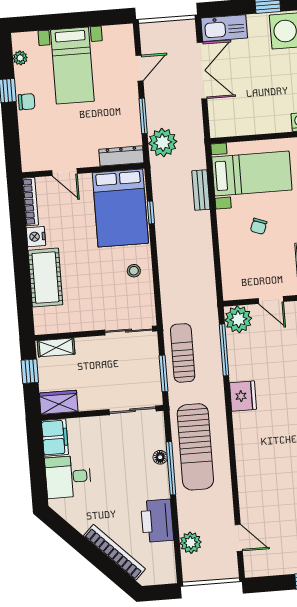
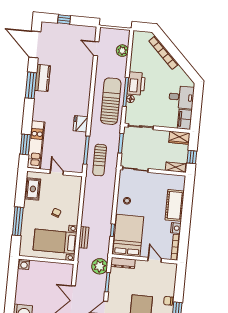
plant: (238, 319) -> (76, 165), removed
sun lounger: (183, 353) -> (100, 160), moved
printer: (157, 521) -> (136, 84), moved

